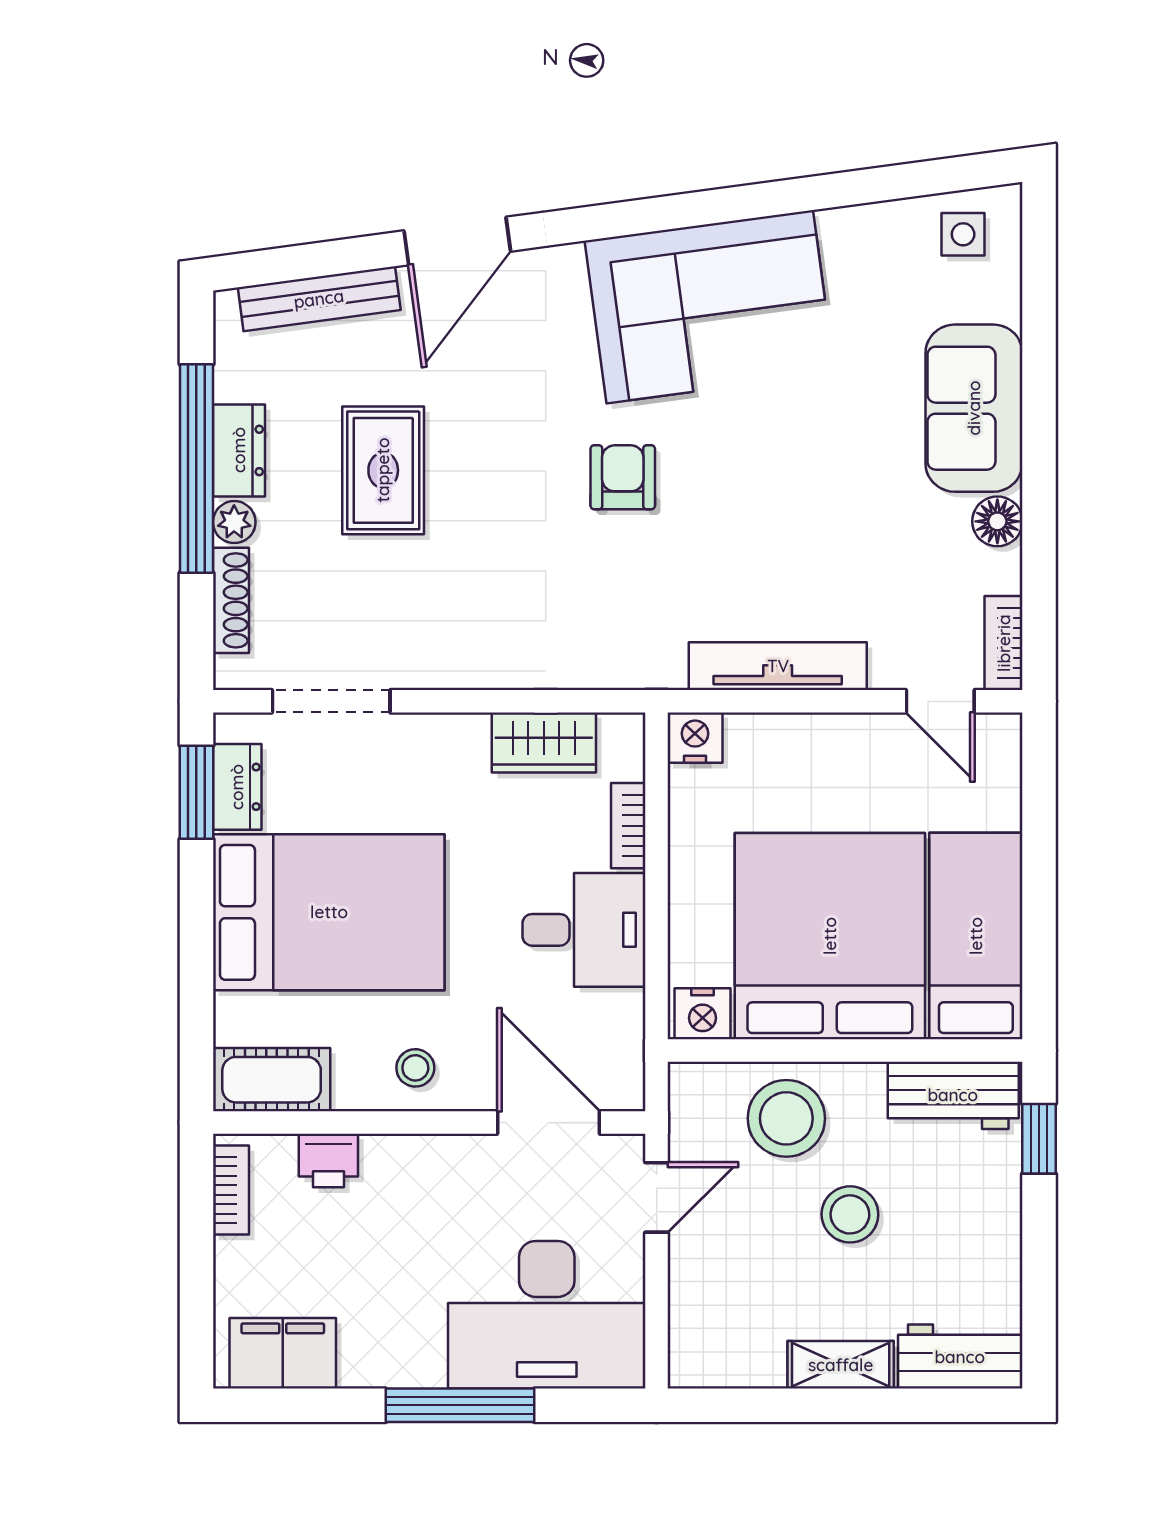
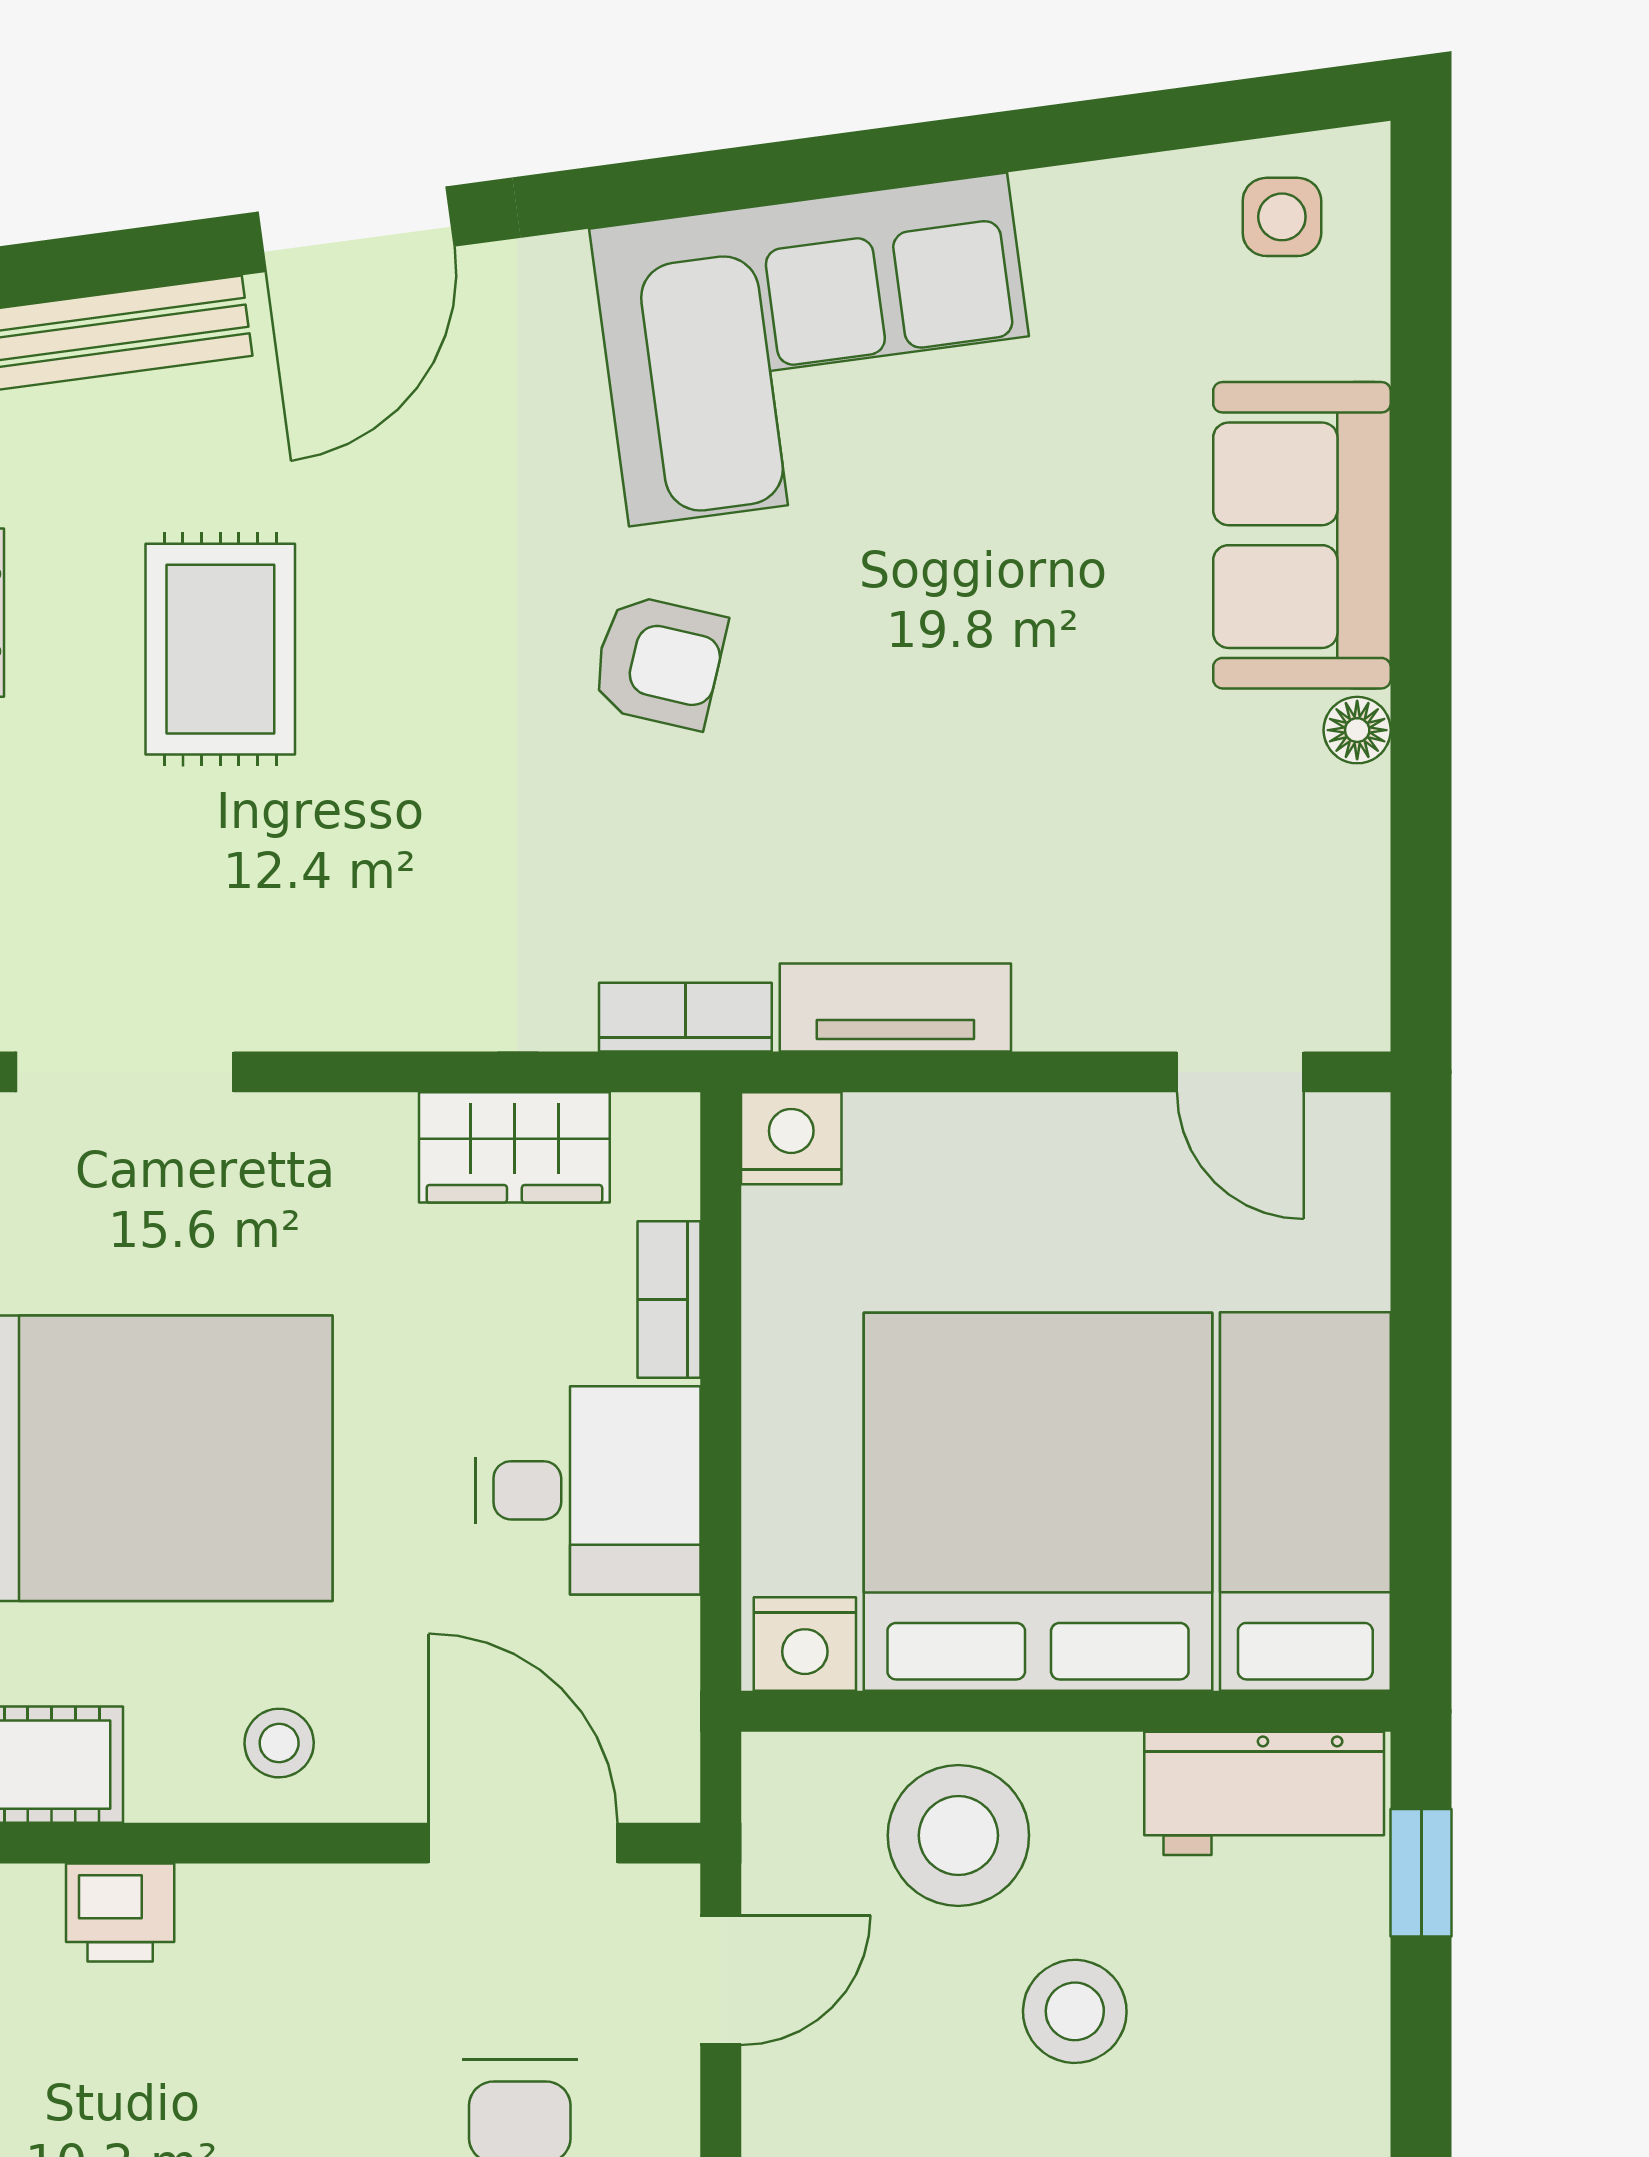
armchair: (623, 477) -> (659, 662), turned 103
floor lamp: (997, 521) -> (1357, 730), width x0.73, depth x0.73
bookcase: (1004, 643) -> (685, 1017), moved, turned 90
tv unit: (778, 666) -> (895, 1007), width x0.71

